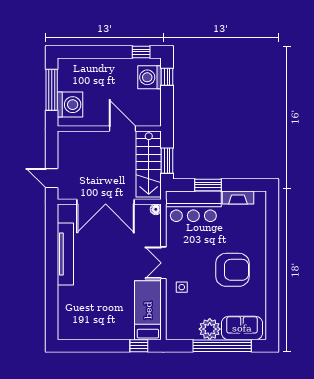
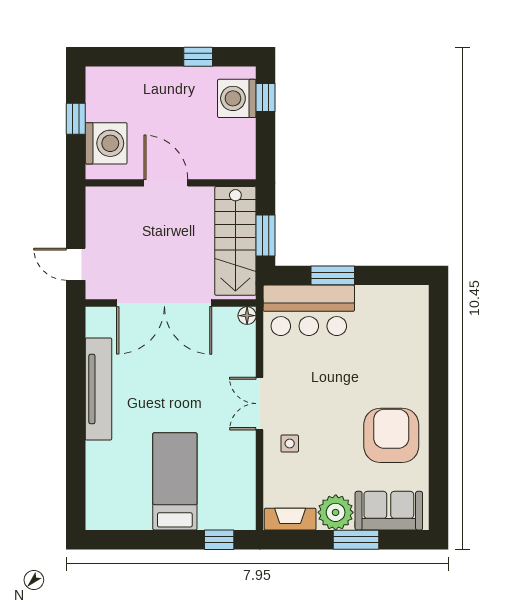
window: (141, 52) -> (198, 57), moved
window: (52, 90) -> (76, 119), width x0.46
door: (122, 129) -> (166, 183), moved
fireplace: (238, 197) -> (290, 519), moved, turned 180
armchair: (233, 270) -> (391, 435), moved, turned -90
bed: (148, 310) -> (175, 481), moved
window: (222, 346) -> (356, 540), width x0.47

